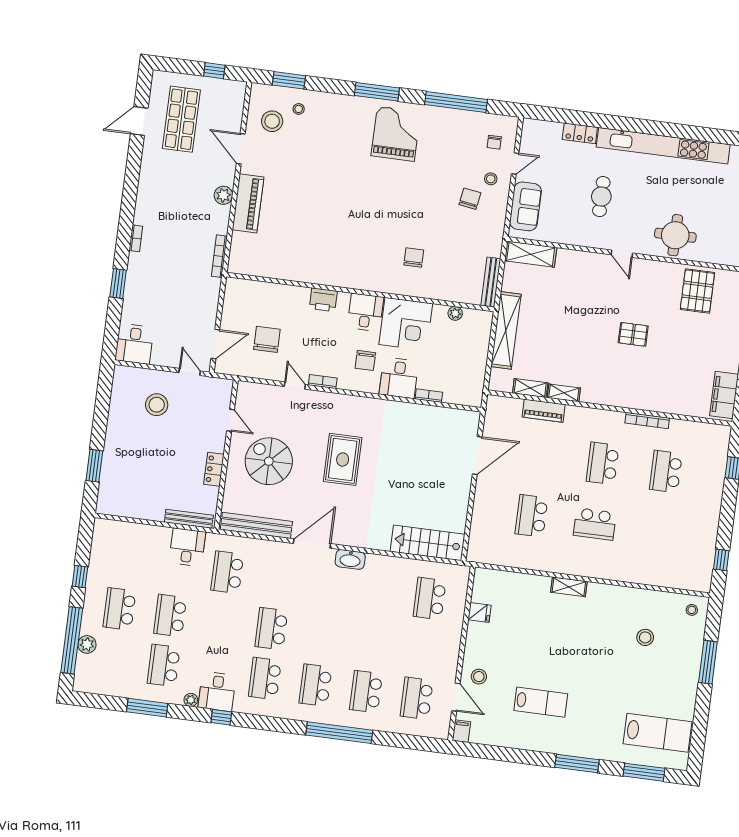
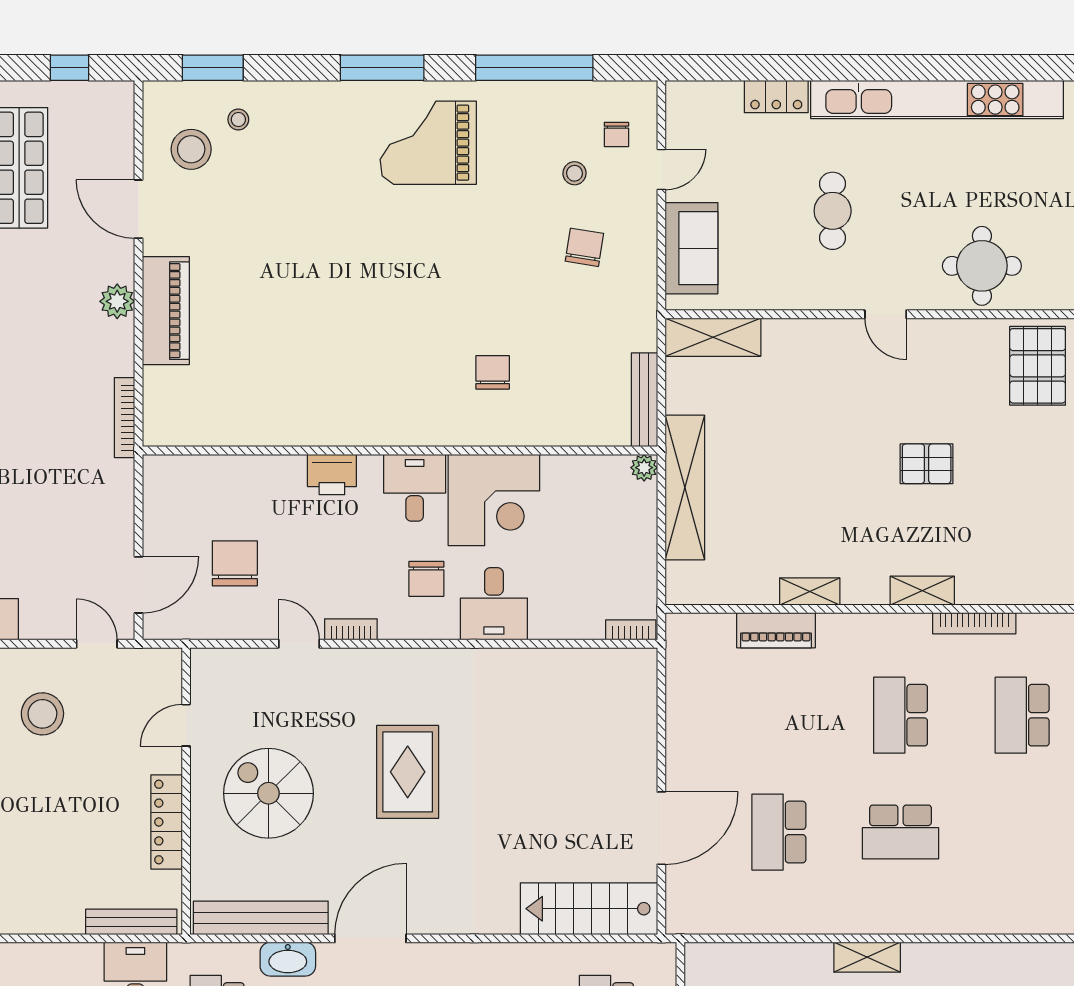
grand piano: (396, 134) -> (428, 143), turned -90
stool: (491, 179) -> (574, 173), moved
plant: (455, 313) -> (644, 468), moved
shelving: (530, 388) -> (922, 591), moved
bookcase: (429, 396) -> (631, 630), moved
door: (231, 420) -> (186, 725), swing flipped
door: (477, 455) -> (661, 828), moved
locker: (214, 469) -> (167, 822), width x1.53
washbasin: (350, 559) -> (288, 959), moved

